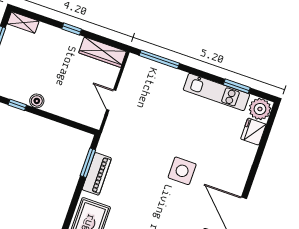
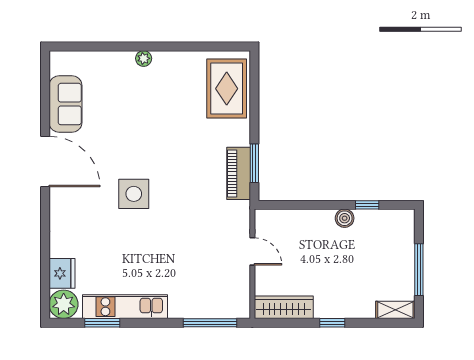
piano: (97, 174) -> (239, 173), moved

